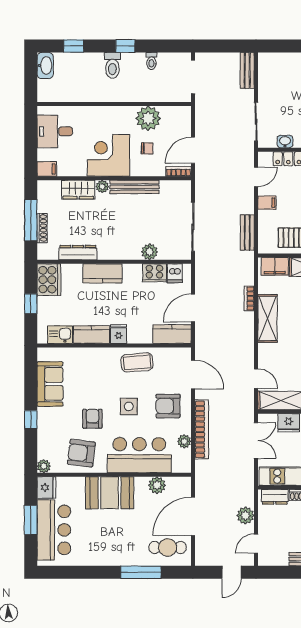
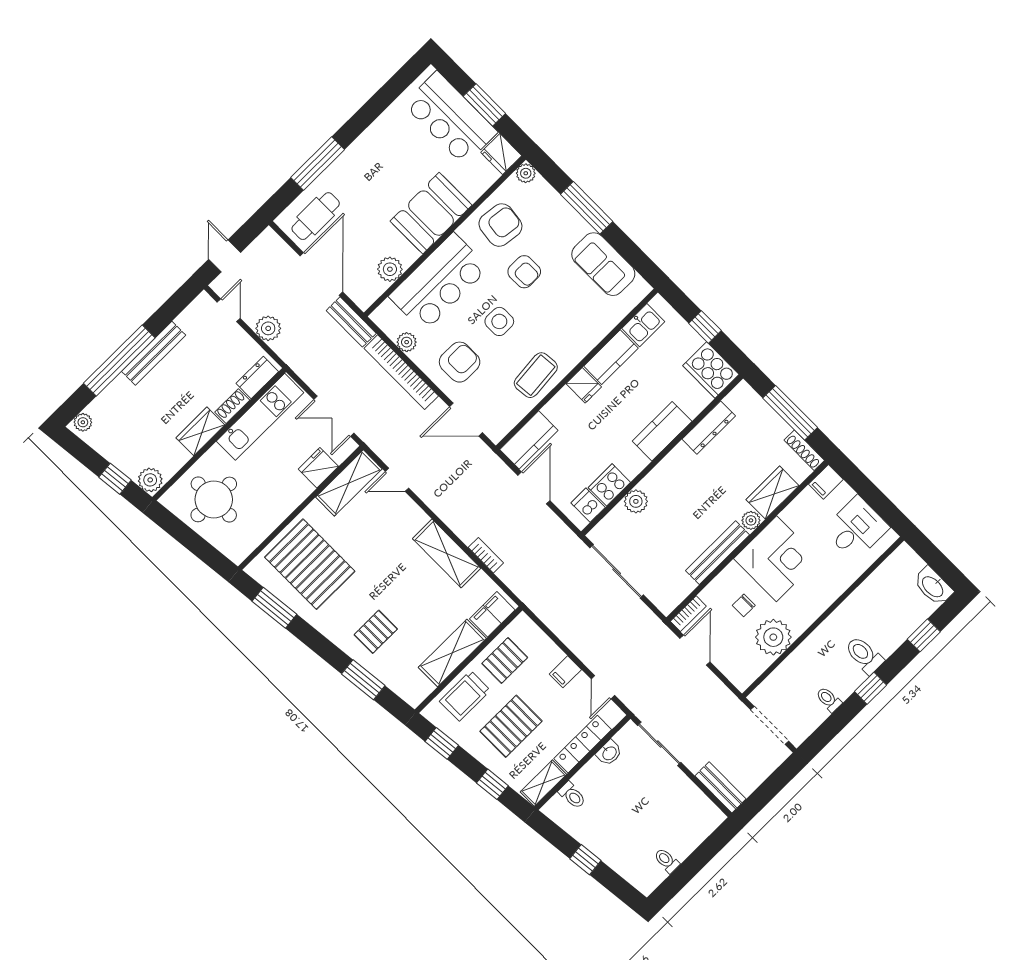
shoe rack: (42, 228) -> (804, 450), moved
bench: (247, 233) -> (351, 322), moved
window: (31, 420) -> (587, 208), width x2.17

